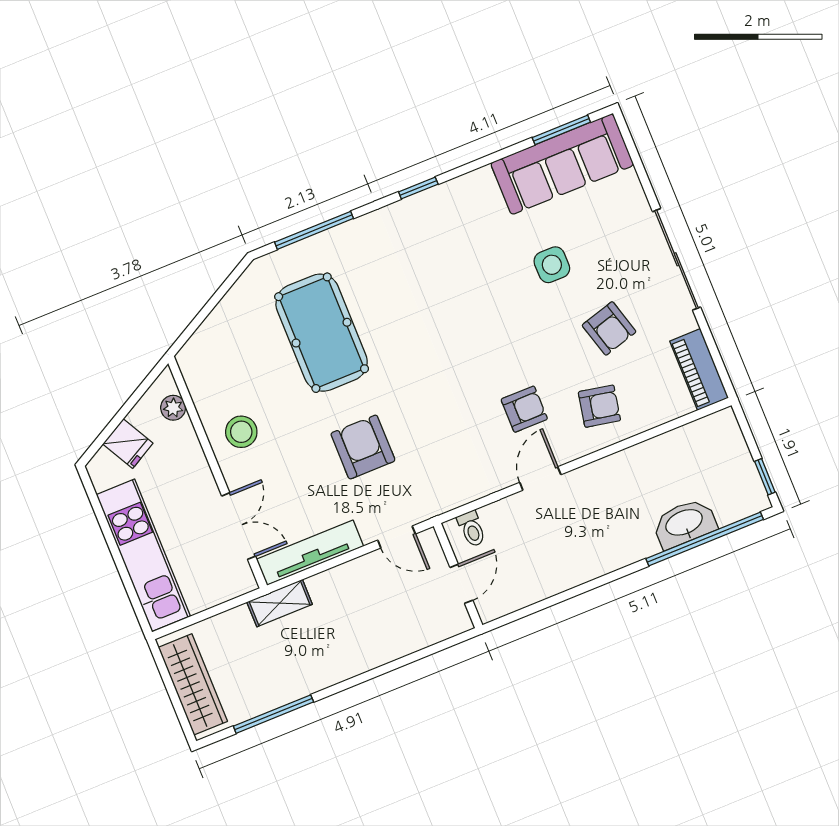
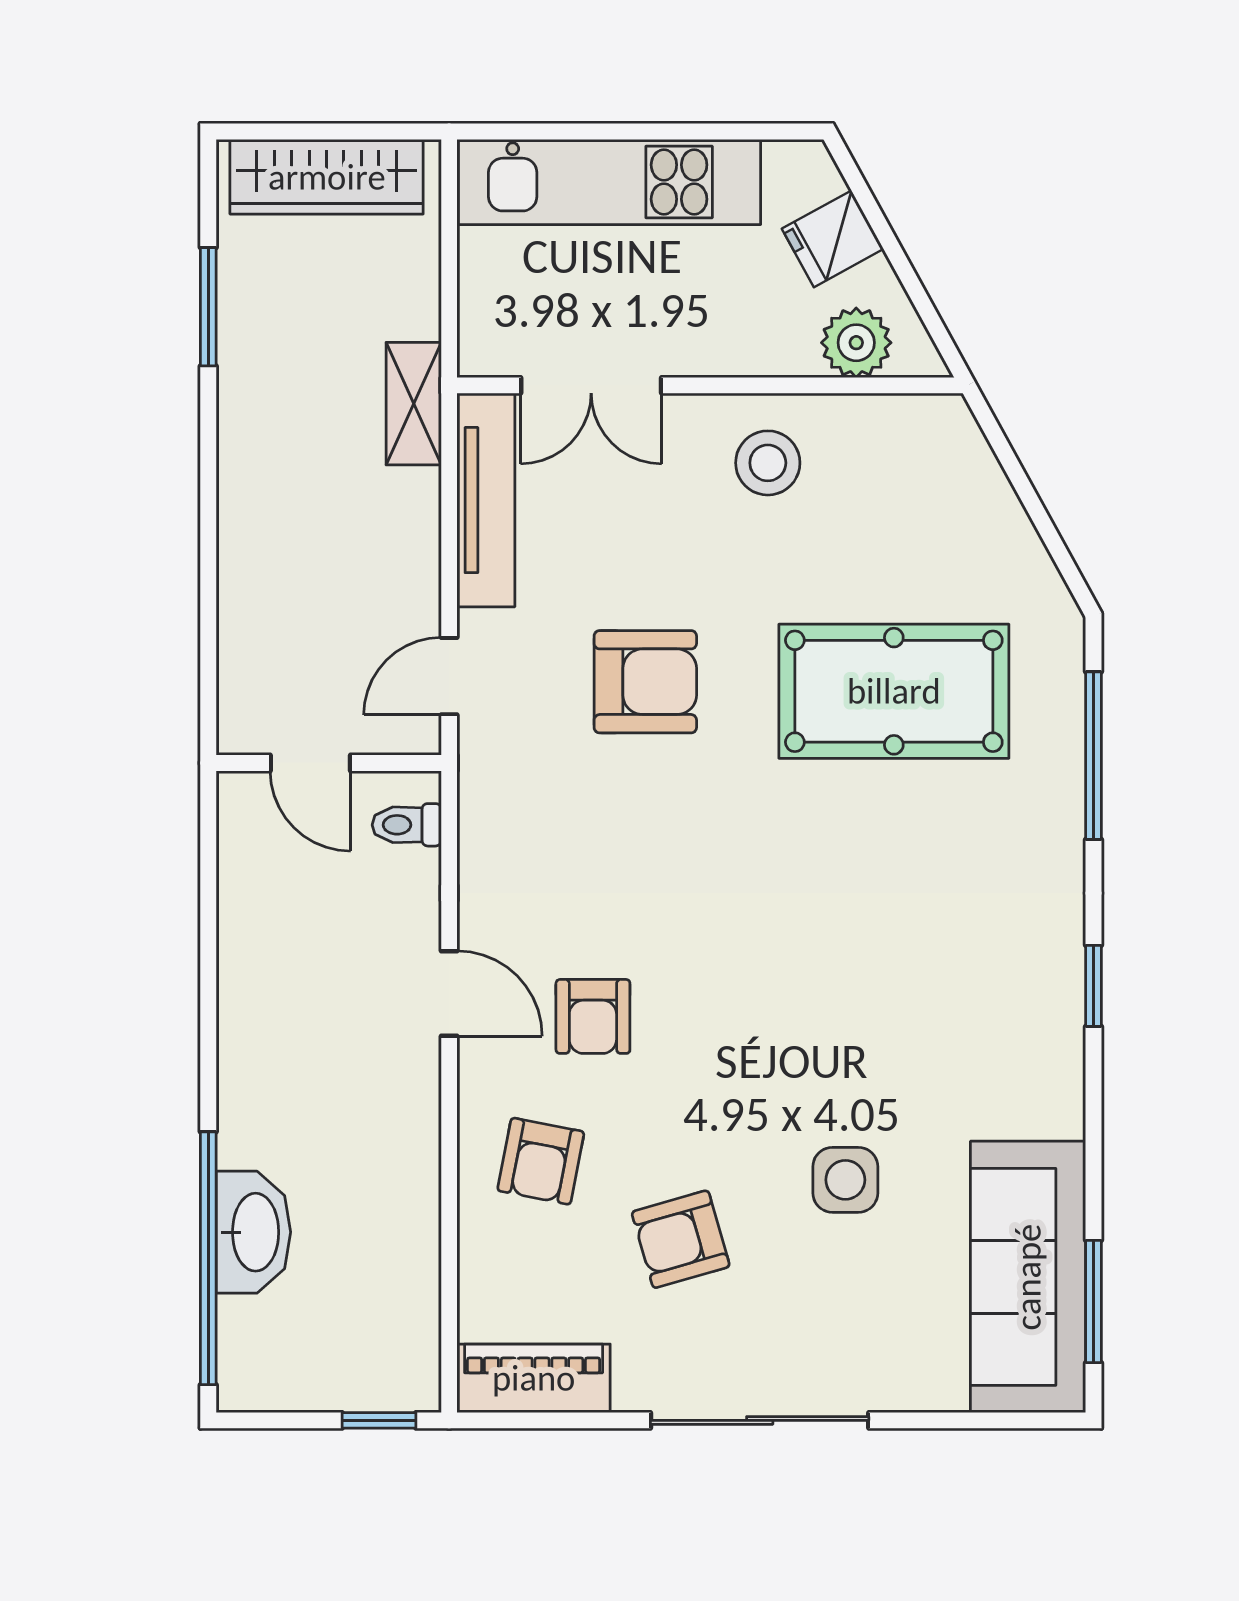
plant: (173, 408) -> (856, 343), width x1.38, depth x1.38
window: (765, 477) -> (379, 1420), moved
window: (273, 714) -> (208, 307), width x0.69

